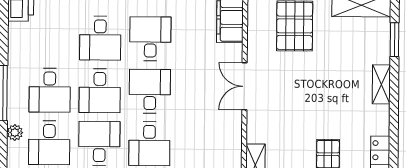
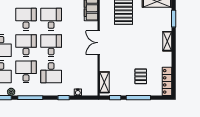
desk: (100, 38) -> (26, 19), turned 180
desk: (100, 91) -> (26, 46), turned 180

